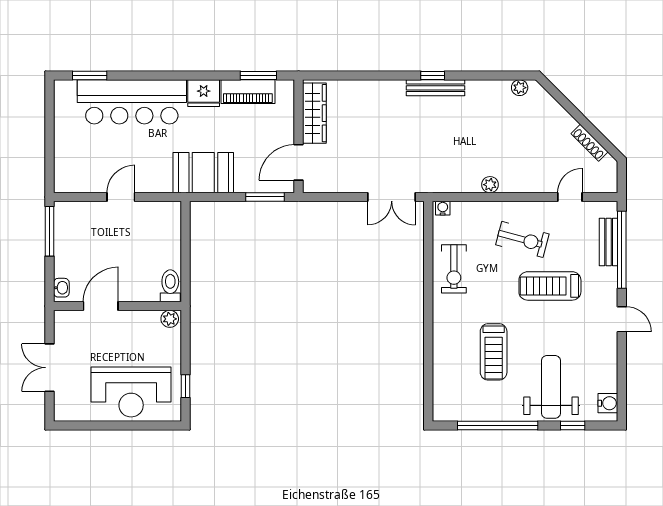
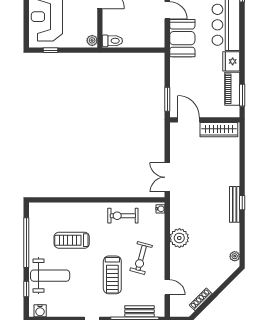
booth: (203, 173) -> (182, 38), moved
plant: (490, 185) -> (179, 238), width x1.88, depth x1.88
treadmill: (550, 286) -> (112, 275), turned 180

